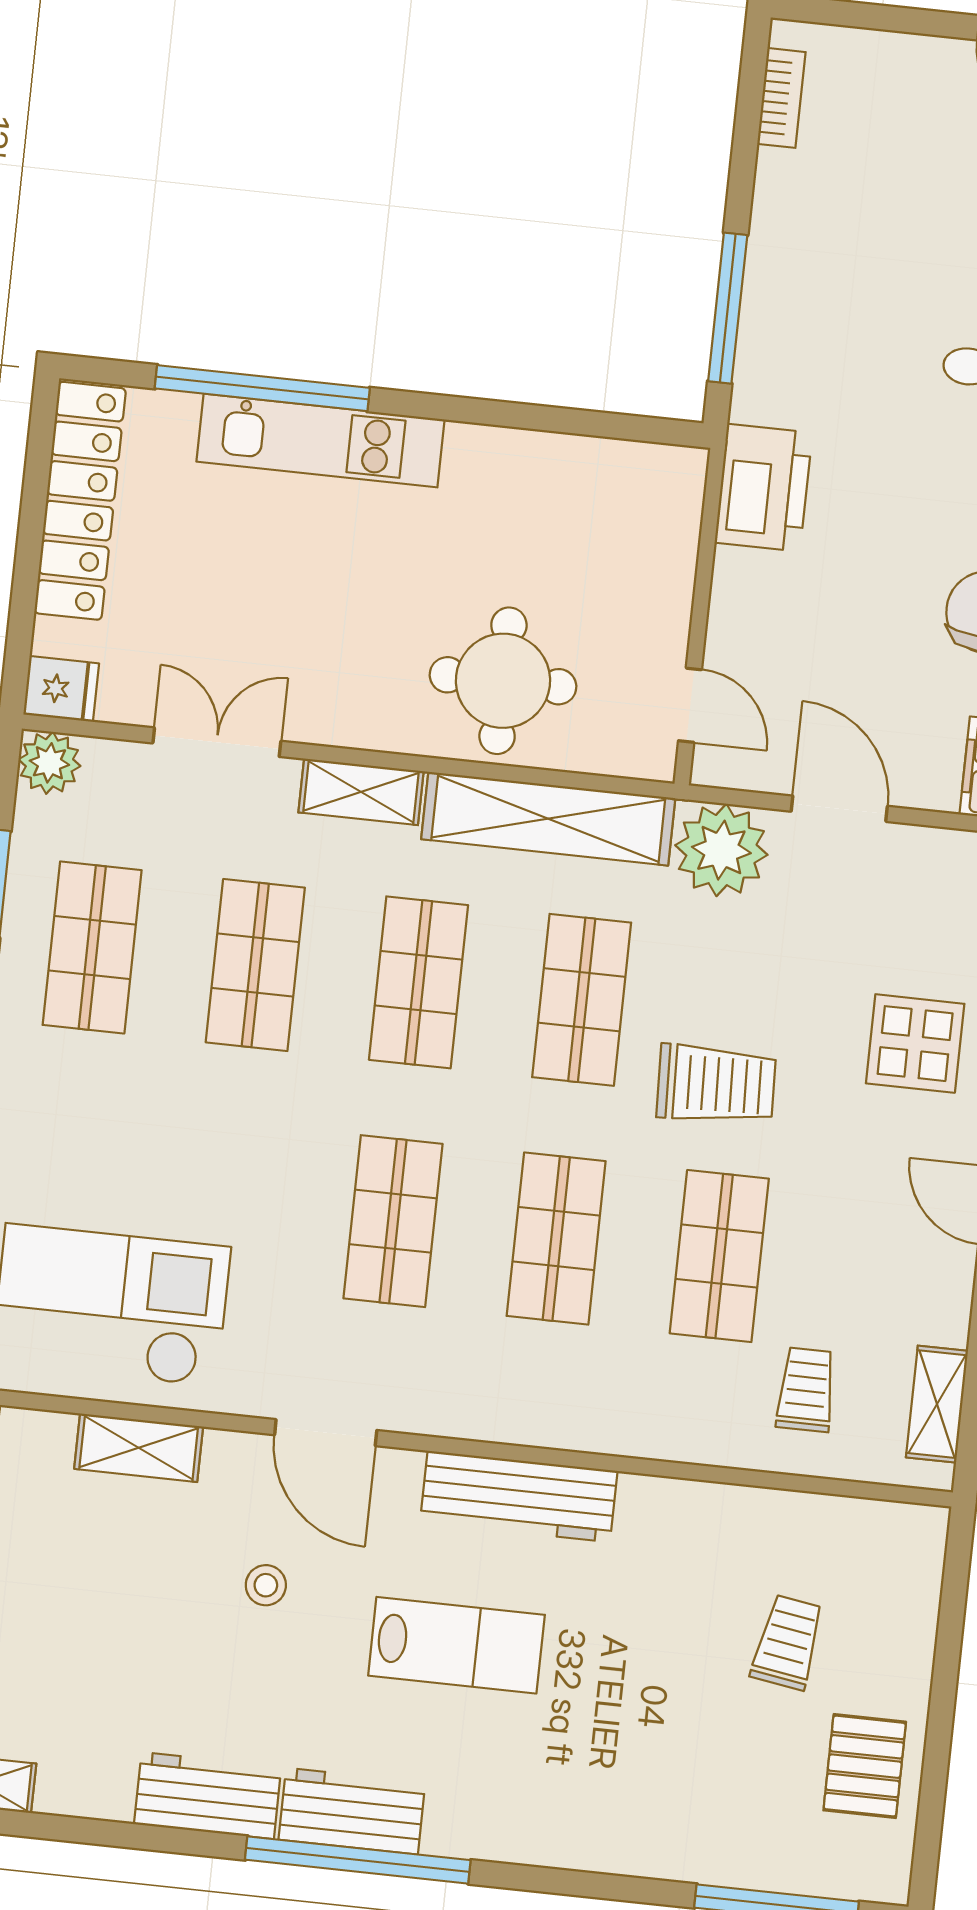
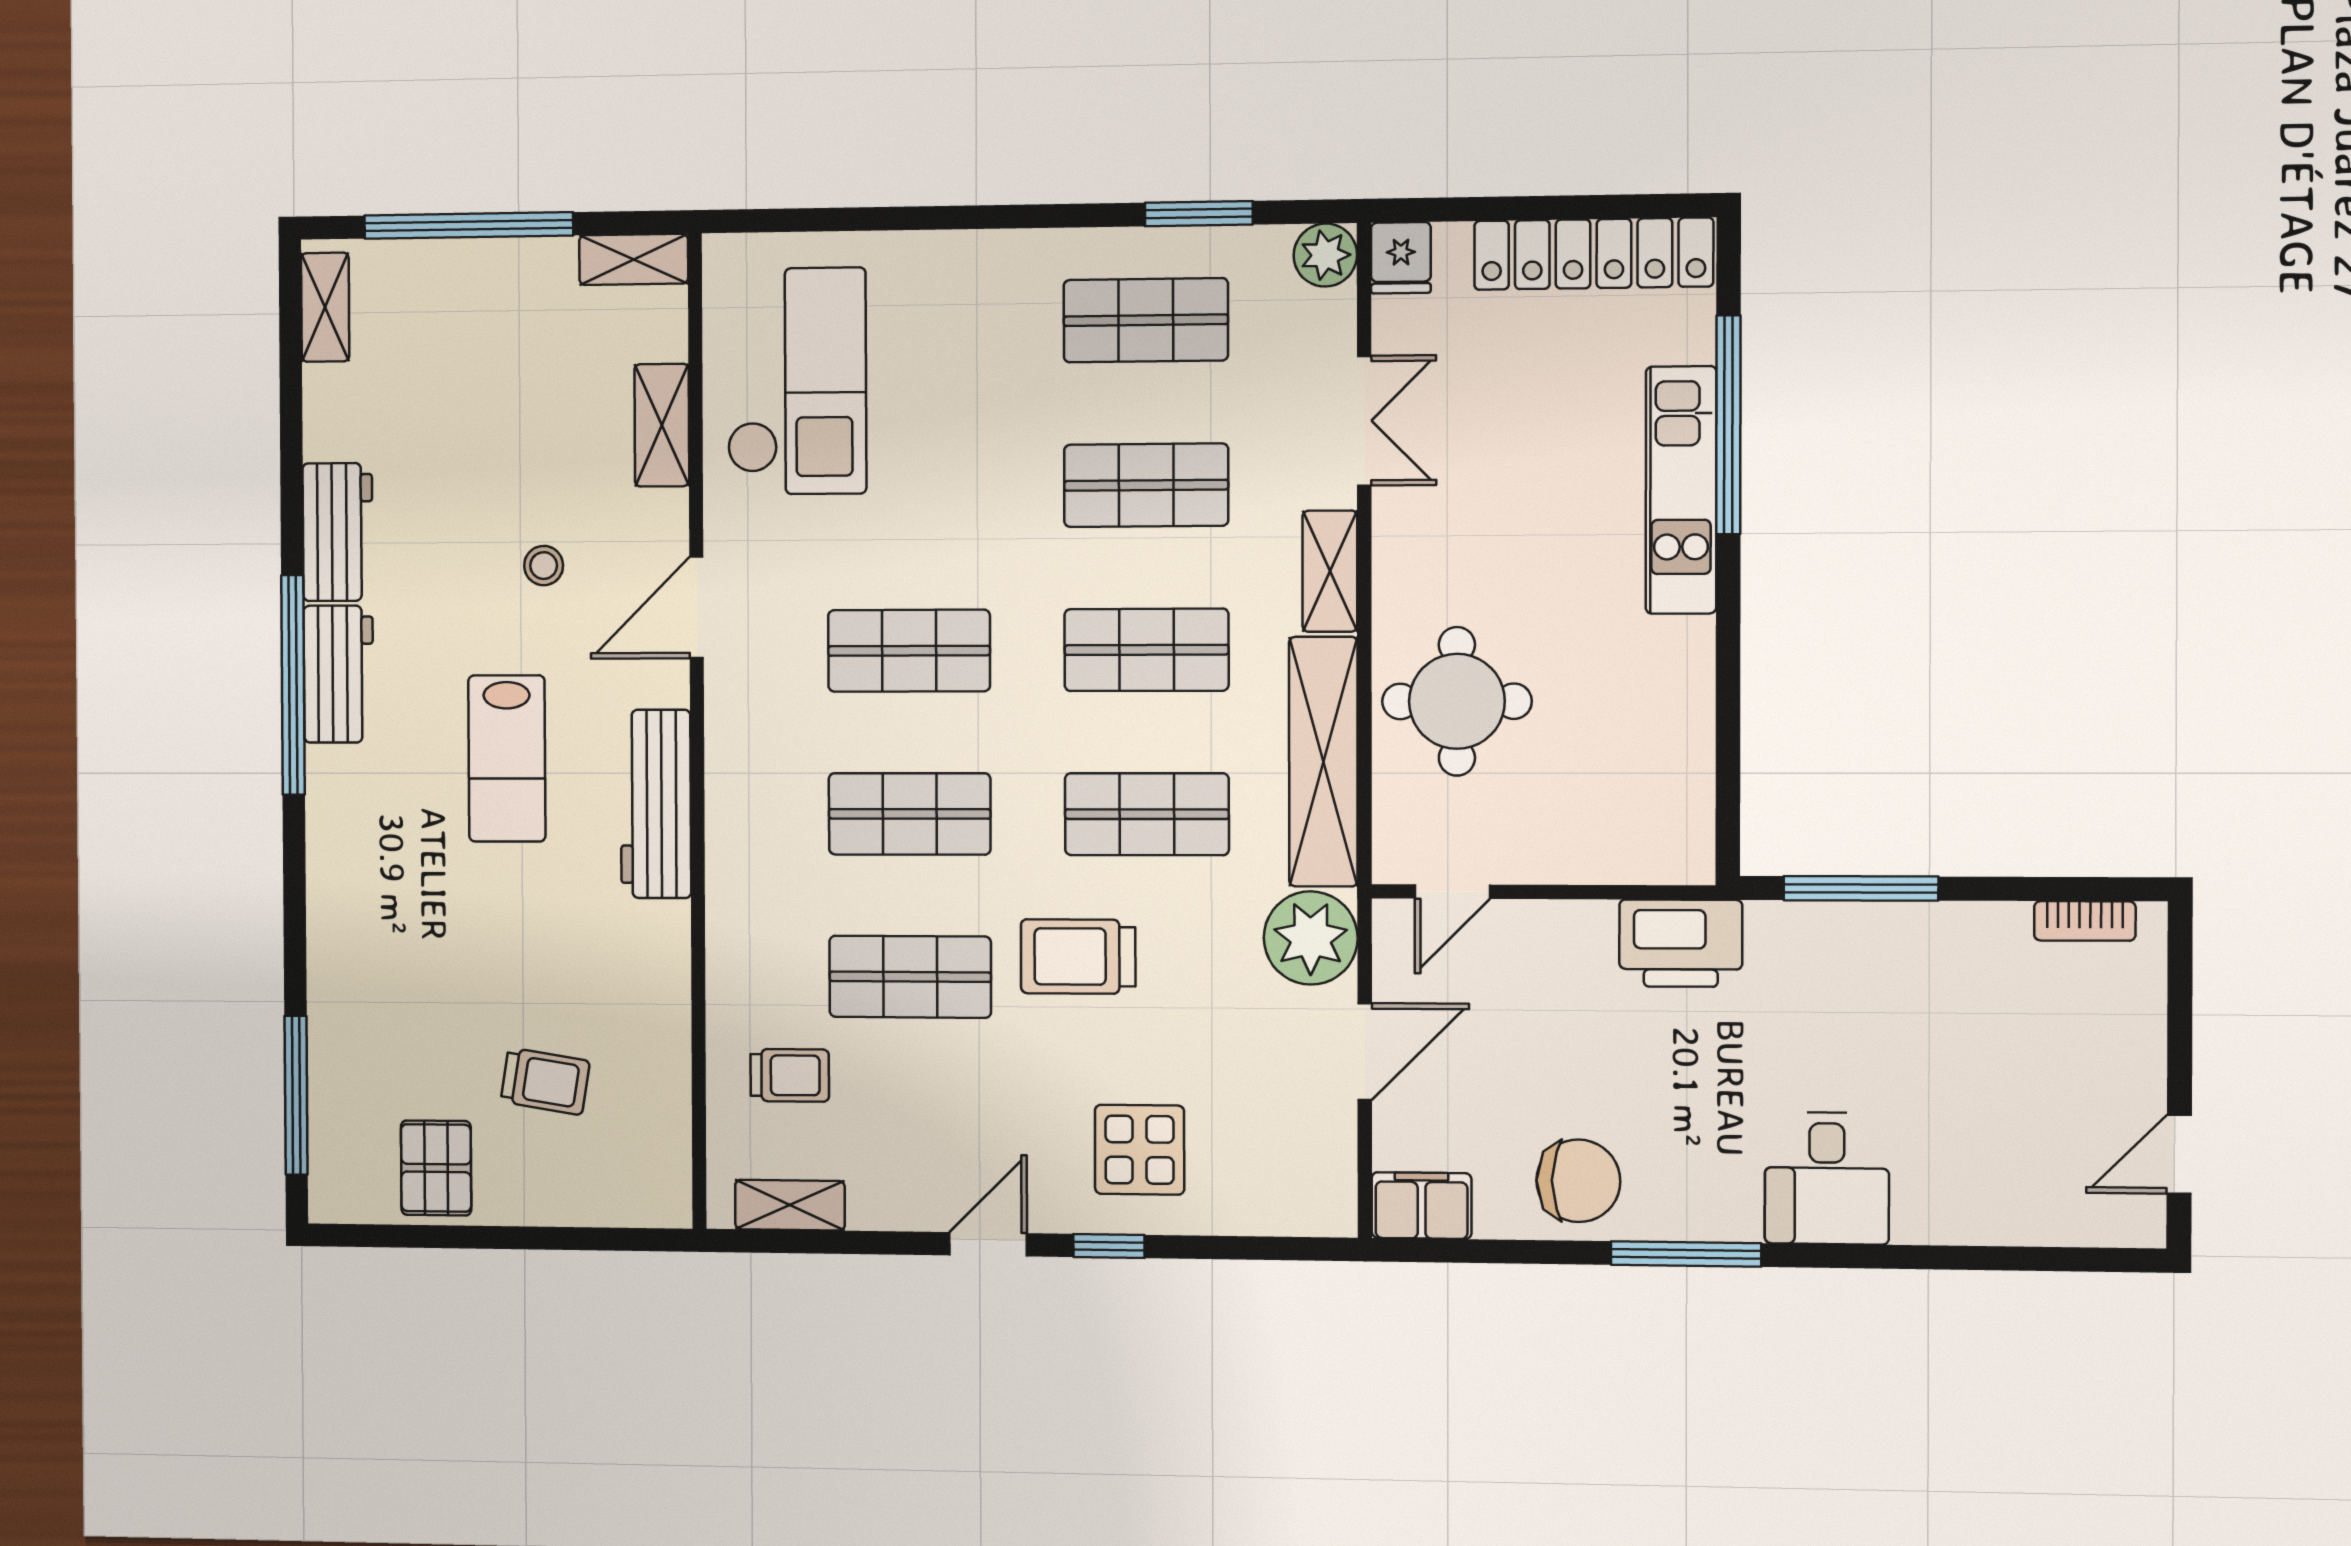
trolley: (716, 1084) -> (1078, 957), turned 92
pallet: (865, 1766) -> (436, 1168), turned 90

